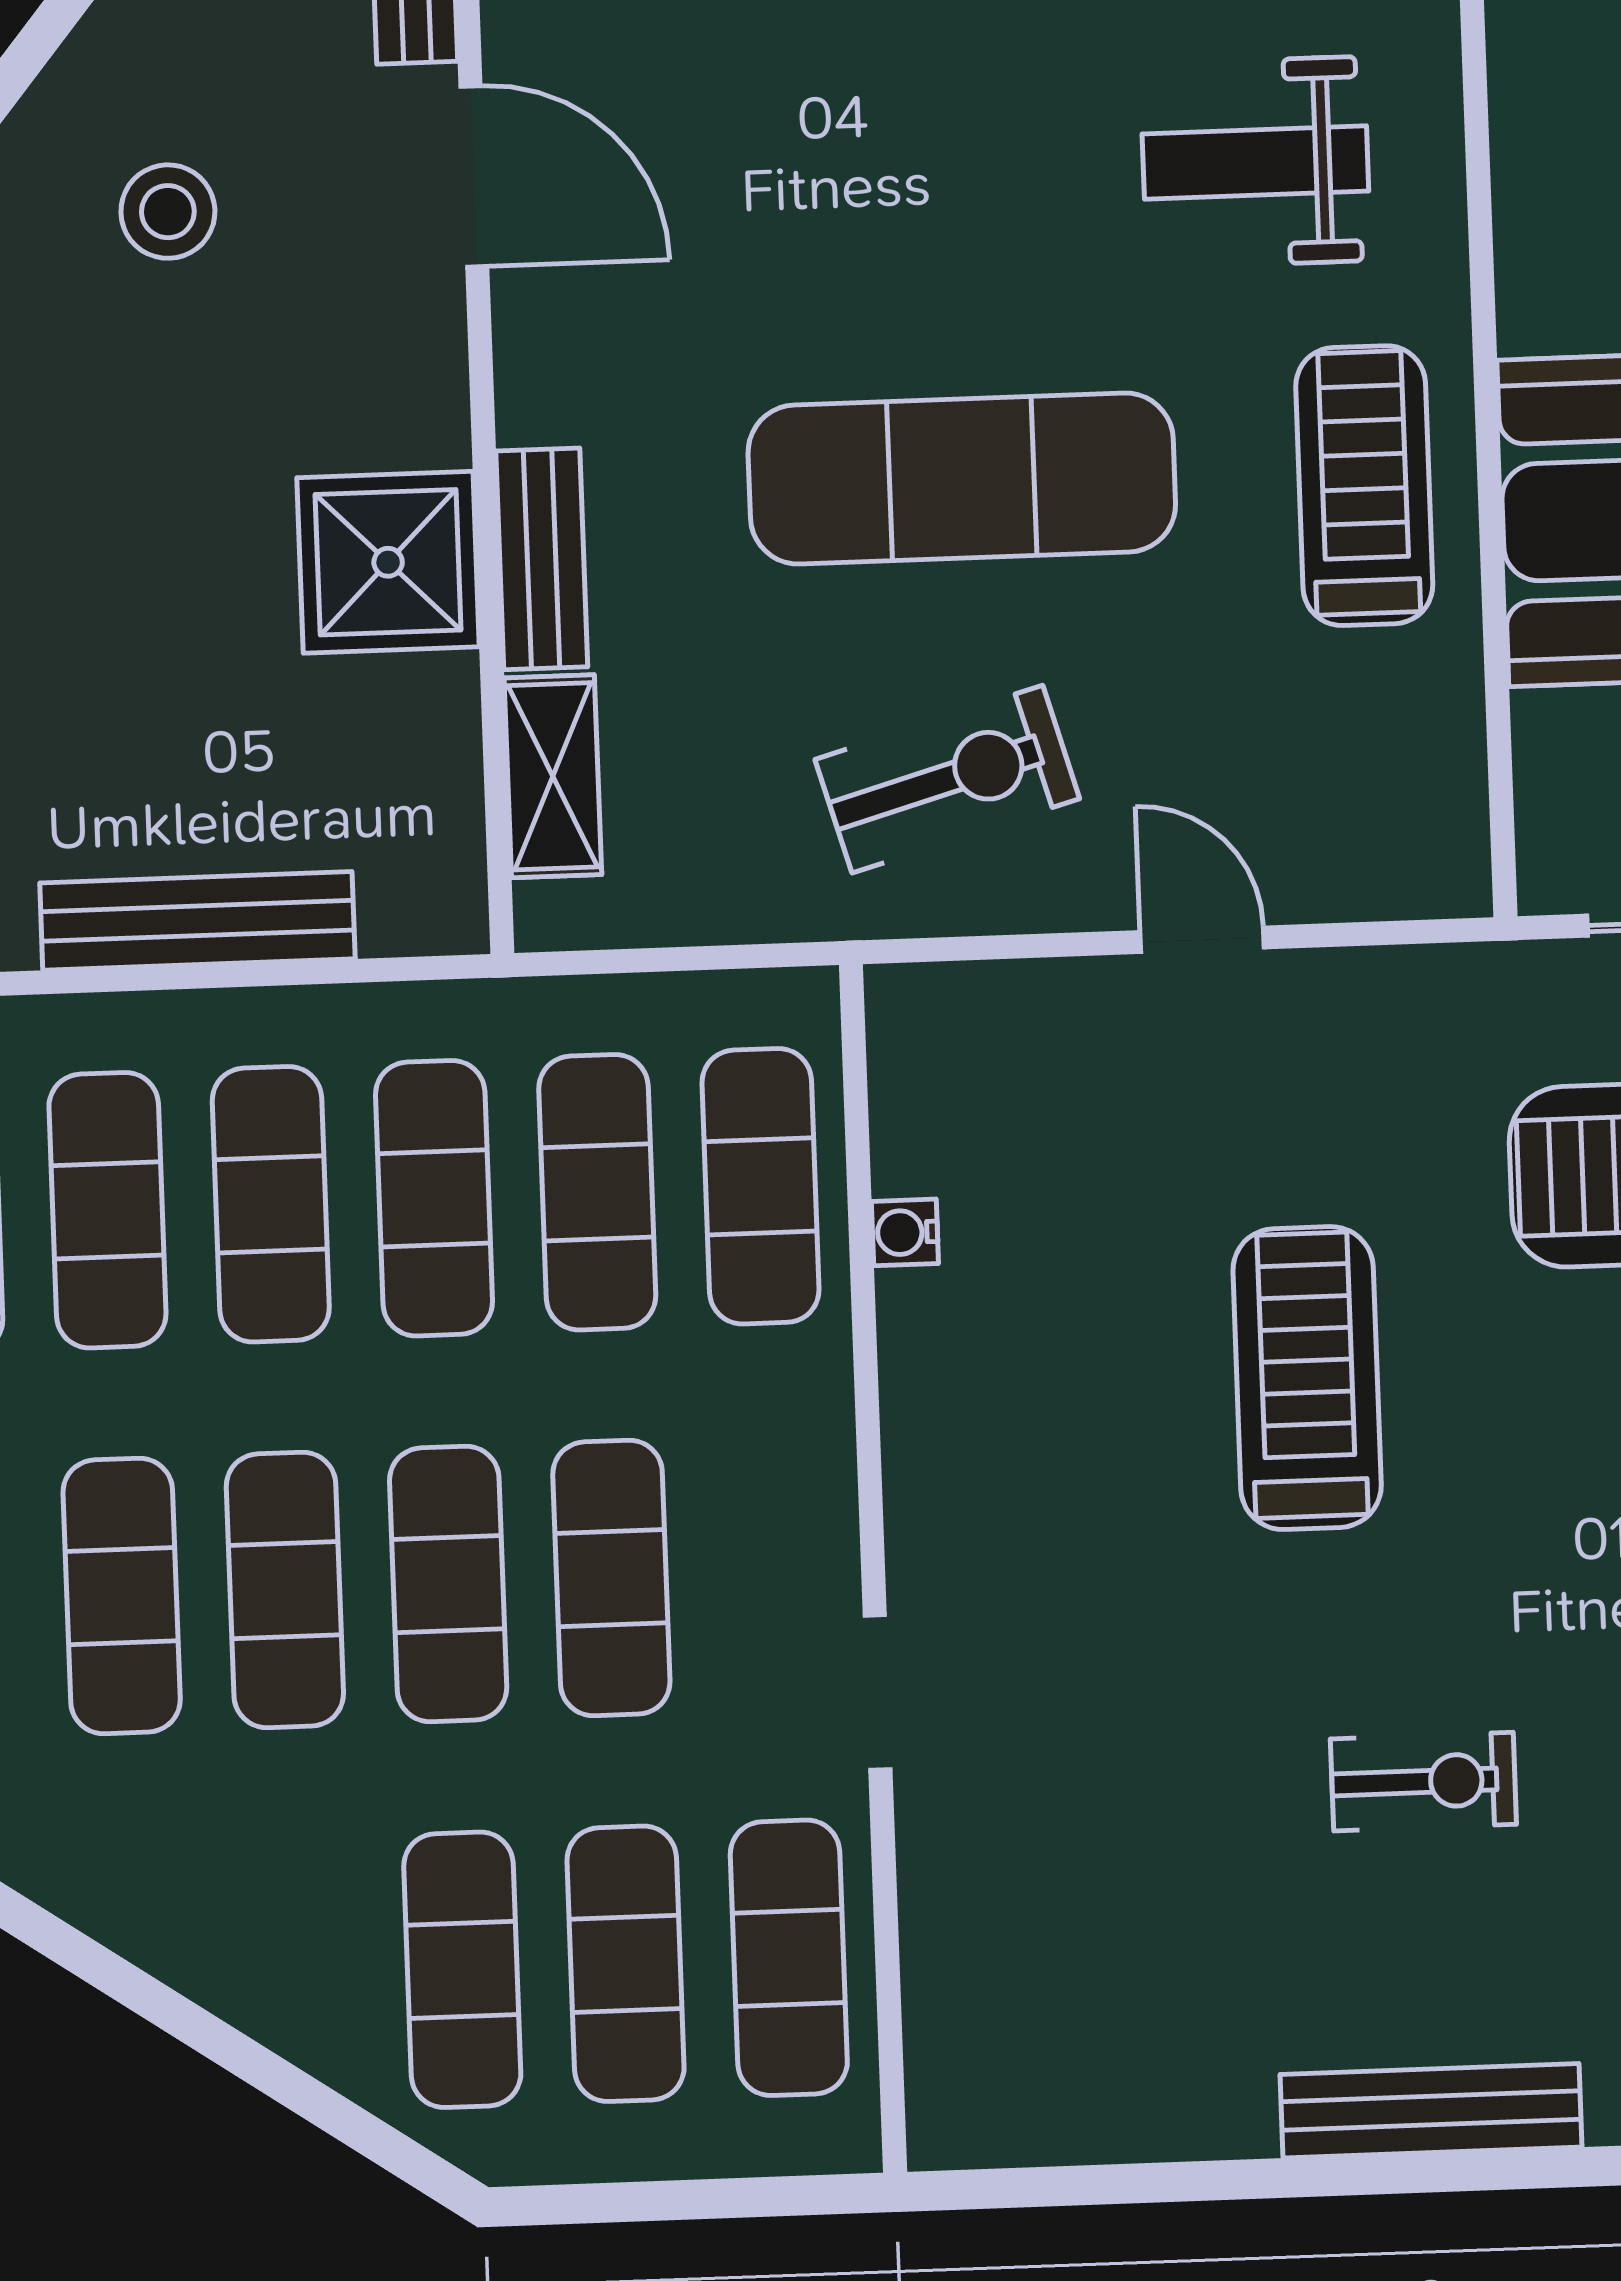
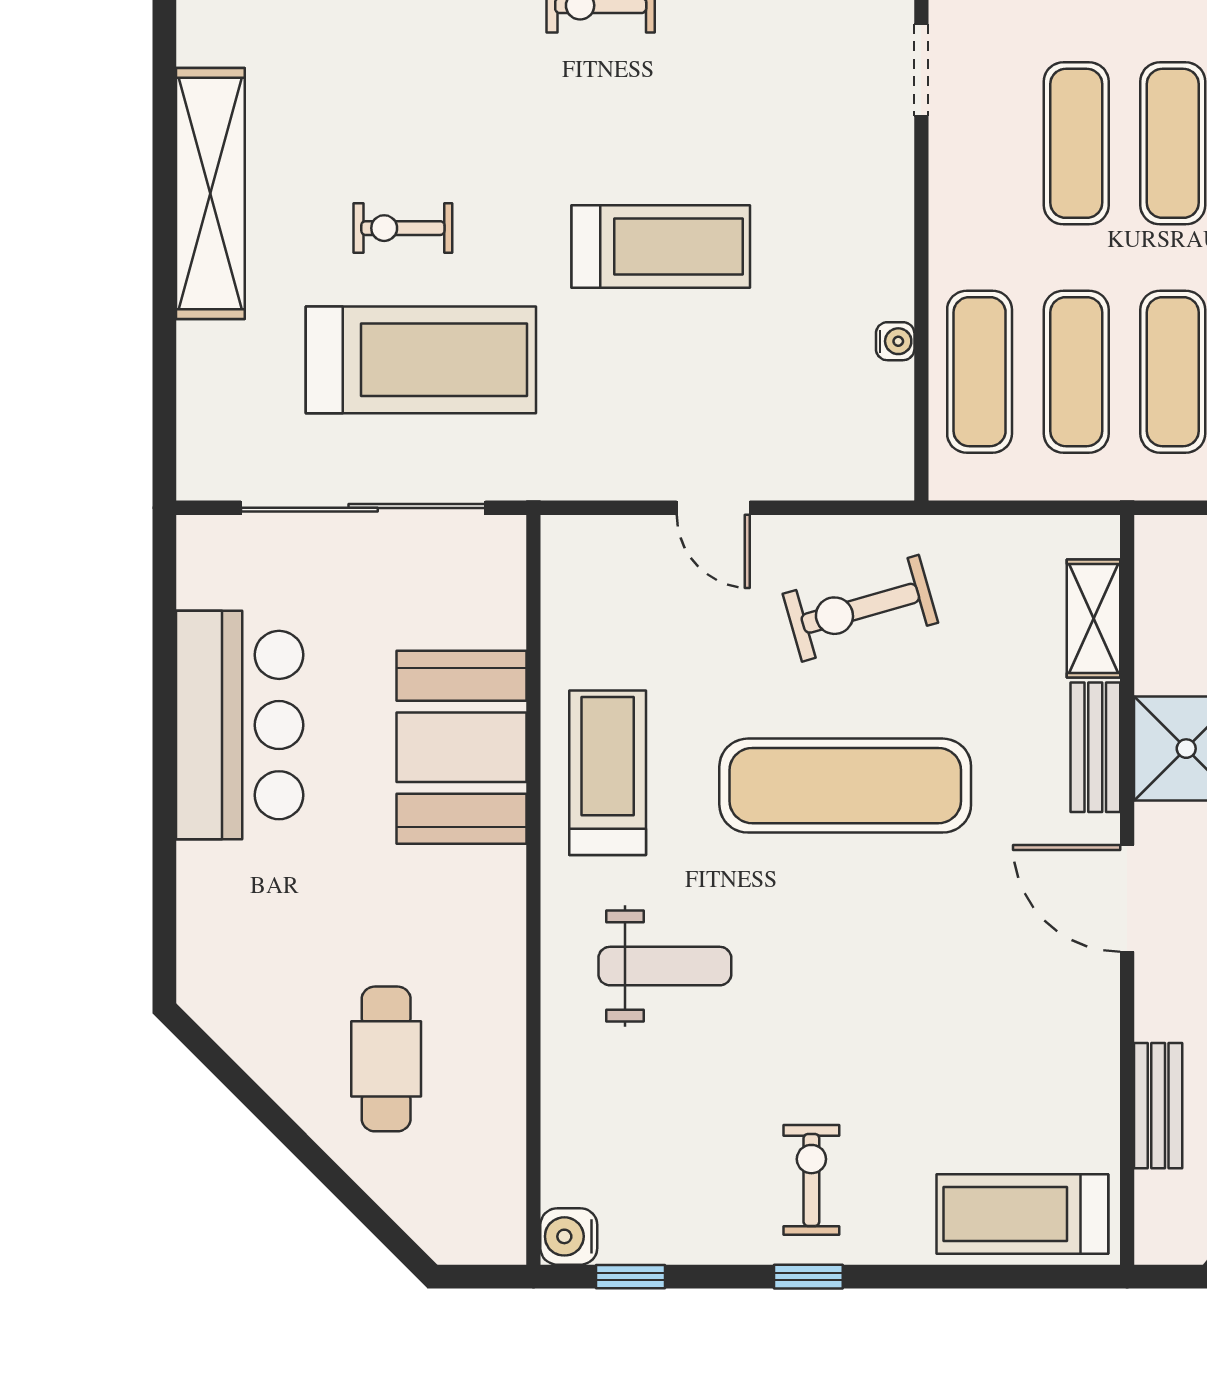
door: (474, 176) -> (1127, 898), moved
treadmill: (1364, 486) -> (608, 773), turned 180
treadmill: (1307, 1378) -> (661, 246), turned -90

